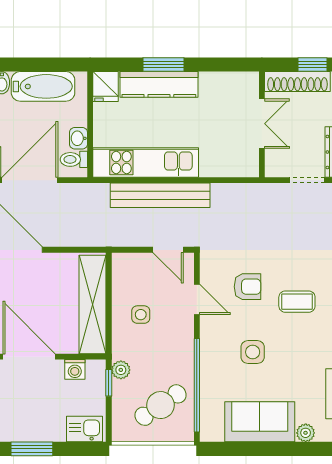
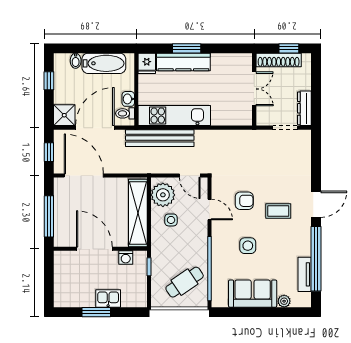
bench: (160, 195) -> (160, 138), moved
plant: (121, 370) -> (163, 195), moved, width x1.88, depth x1.88
kitchen sink: (84, 429) -> (108, 299), moved

